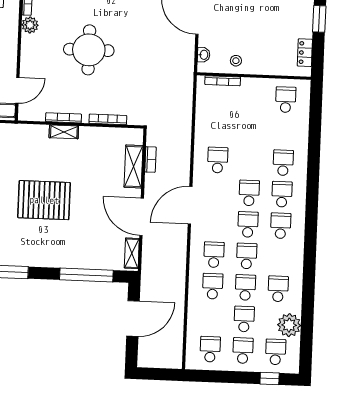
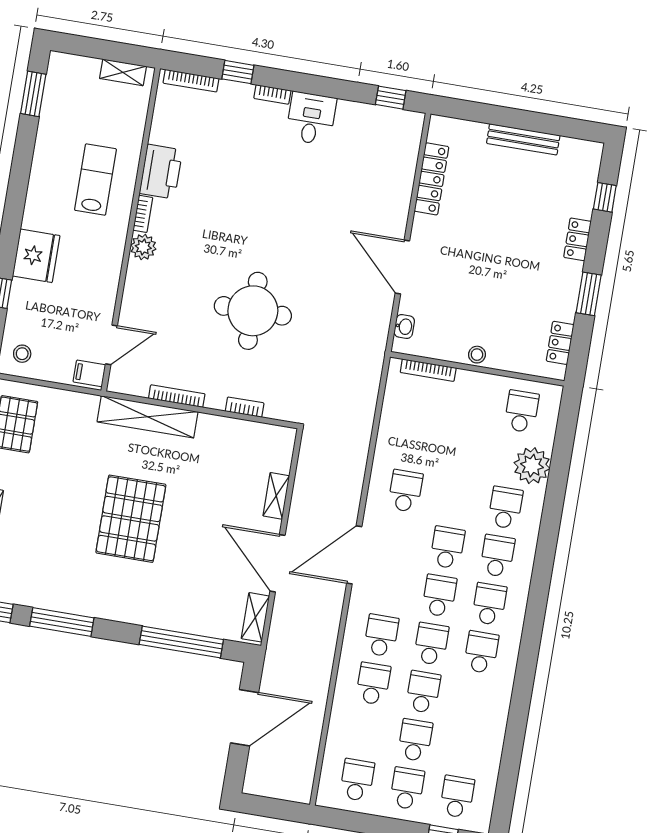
round table: (89, 50) -> (253, 311), moved
stool: (236, 61) -> (477, 355), moved
bookcase: (108, 119) -> (245, 407), width x0.64
shelving: (64, 132) -> (148, 417), width x2.20, depth x1.33
bookcase: (150, 159) -> (302, 477), removed
shelving: (134, 166) -> (276, 496), width x0.67, depth x0.75
pallet: (44, 200) -> (131, 519), turned 90
school desk: (278, 289) -> (481, 652), moved
plant: (289, 325) -> (532, 466), moved

